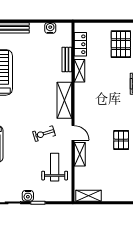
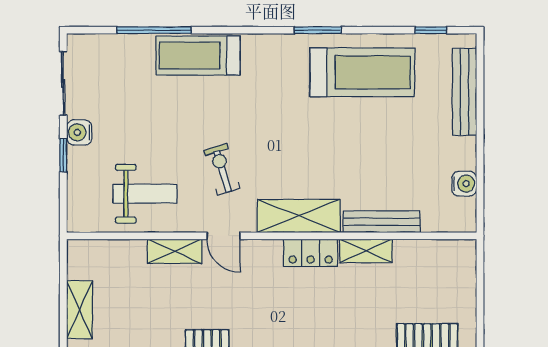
locker: (80, 44) -> (311, 253), moved
bench: (67, 60) -> (382, 222), width x1.36
door: (73, 133) -> (224, 236), hinge flipped
shelving: (88, 196) -> (80, 310), moved

